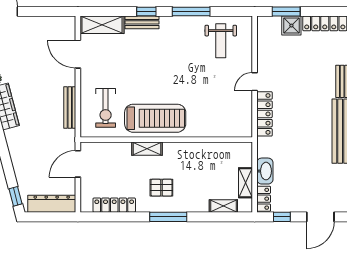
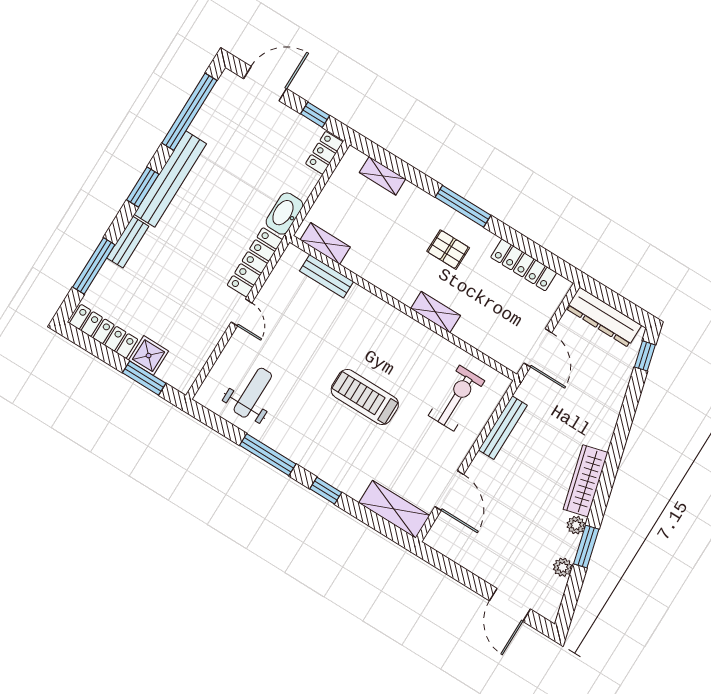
bench: (142, 22) -> (327, 276), moved
door: (255, 82) -> (242, 312), hinge flipped
treadmill: (155, 118) -> (365, 397), moved, width x0.73, depth x0.73
door: (78, 164) -> (538, 348), hinge flipped
washbasin: (265, 171) -> (284, 214), moved
shelving: (246, 183) -> (325, 243), moved, turned 90

